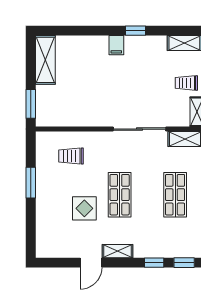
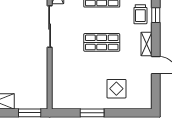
trolley: (71, 156) -> (140, 14), moved
display table: (84, 208) -> (116, 89), moved

